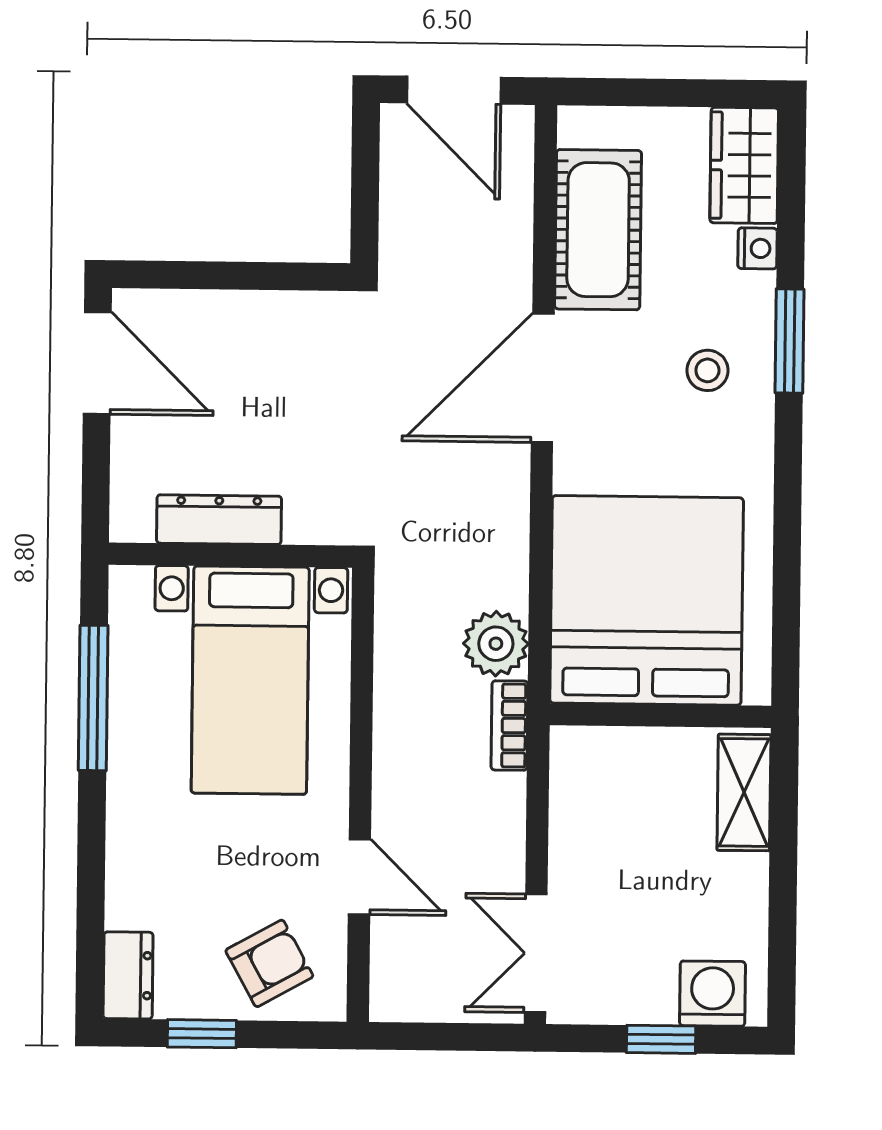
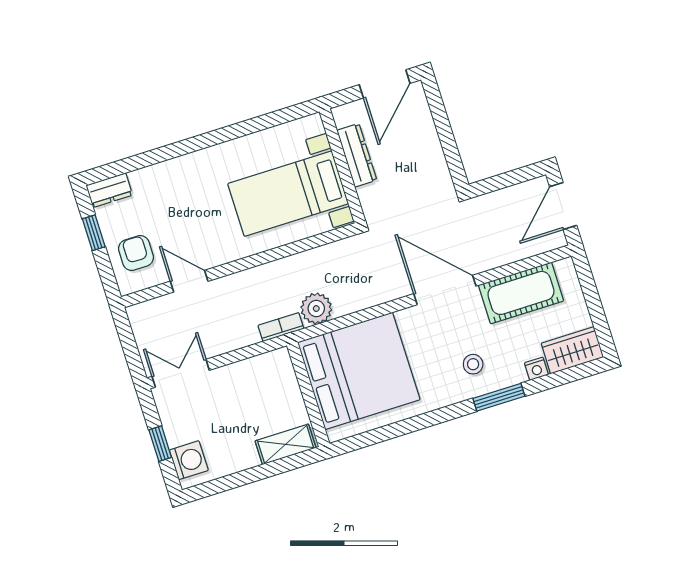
dresser: (219, 520) -> (357, 155), moved
wall: (231, 555) -> (342, 166), moved
bed with nightstands: (250, 680) -> (288, 194), moved
window: (93, 698) -> (231, 132), removed
door: (359, 877) -> (189, 281), swing flipped
armchair: (269, 963) -> (136, 253), turned -151

